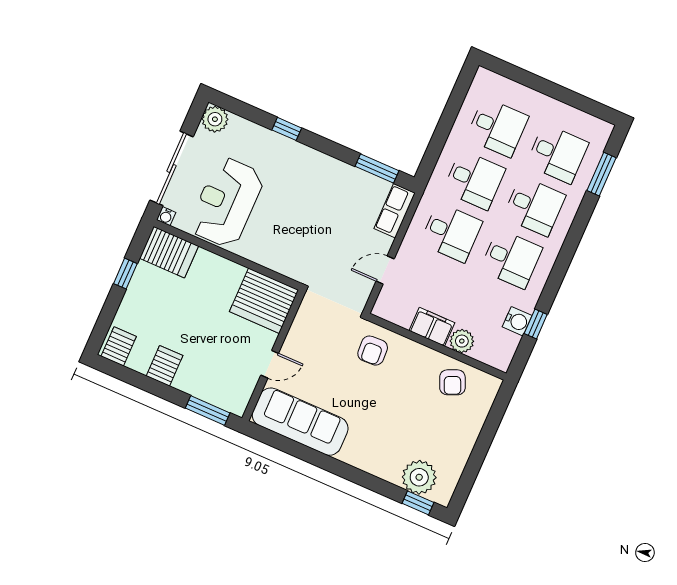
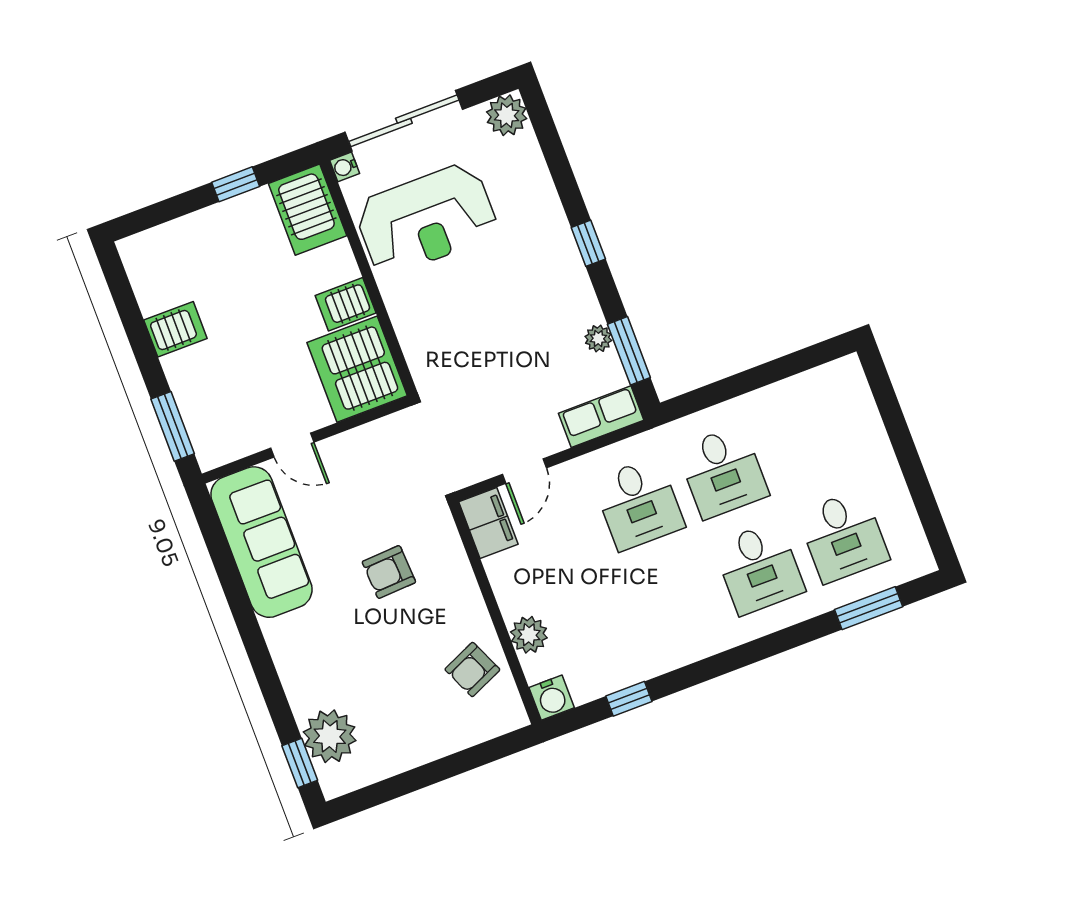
desk: (497, 127) -> (807, 440), removed
window: (287, 129) -> (588, 243), moved
plant: (358, 177) -> (598, 339), added
reception desk: (226, 202) -> (426, 219), turned 180
desk: (511, 259) -> (675, 600), removed
door: (385, 270) -> (524, 471), swing flipped
water cooler: (517, 321) -> (552, 698), moved
filing cabinet: (432, 327) -> (488, 523), moved
server rack: (119, 346) -> (346, 304), moved, turned 180
armchair: (373, 351) -> (389, 572), moved

